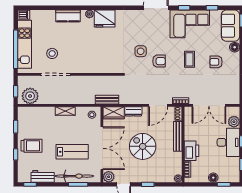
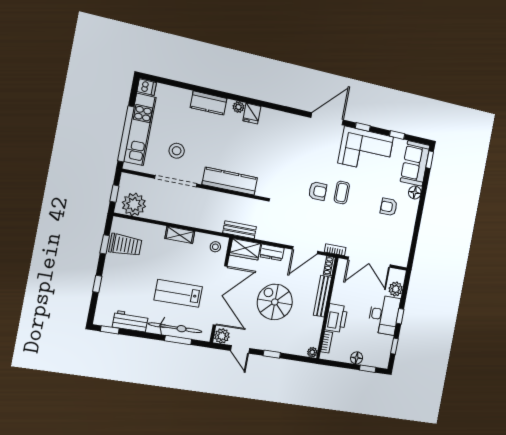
fridge: (105, 19) -> (252, 114), width x0.53, depth x0.75
side table: (141, 51) -> (297, 173), removed
coffee table: (189, 59) -> (342, 192), moved
kitchen counter: (93, 67) -> (230, 181), added
trolley: (32, 146) -> (125, 245), moved
lab bench: (72, 152) -> (178, 293), turned 180

